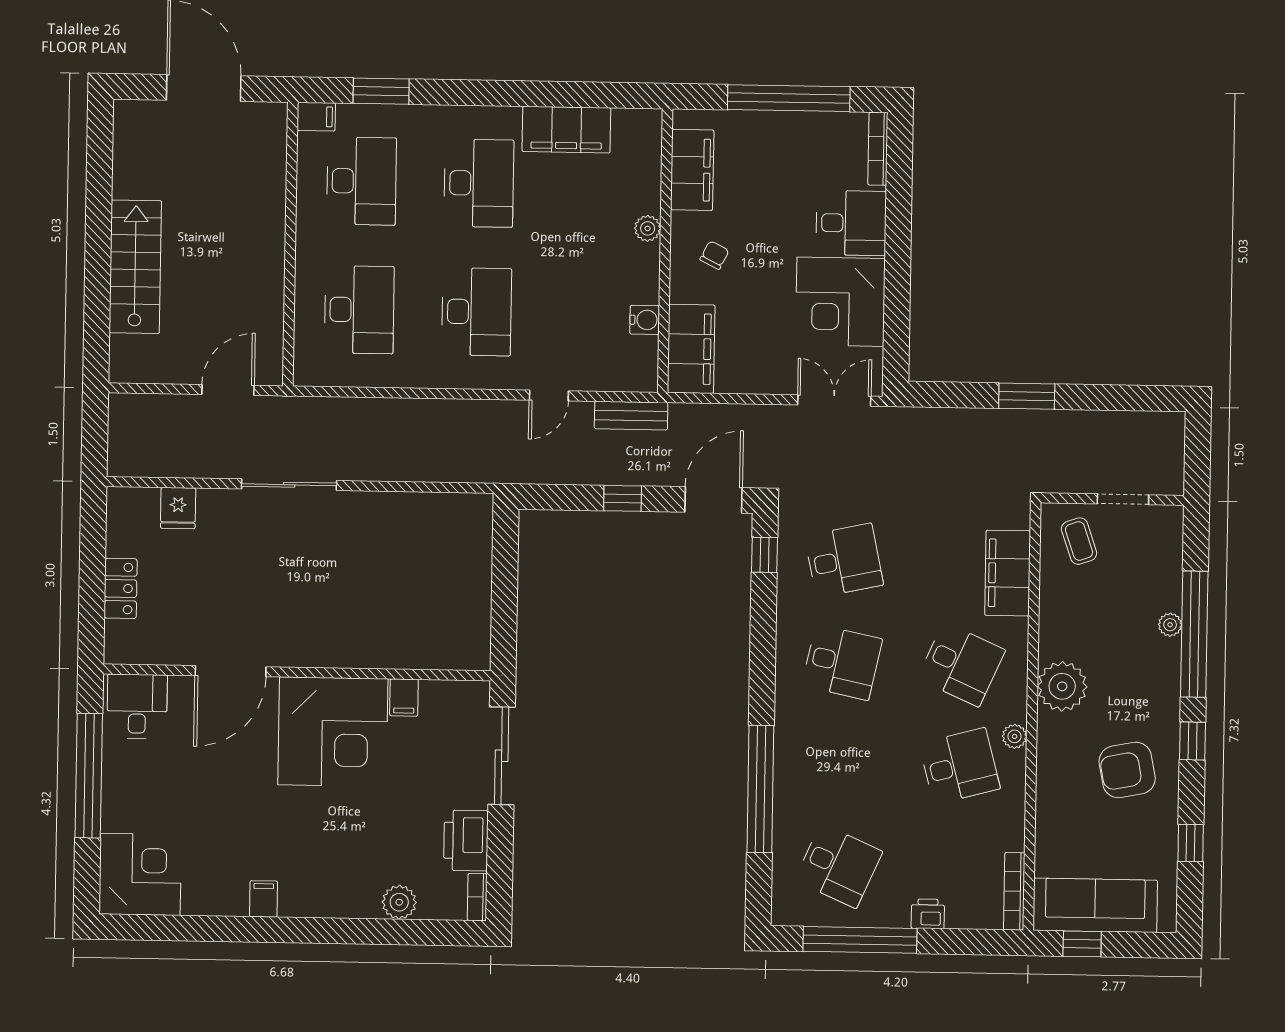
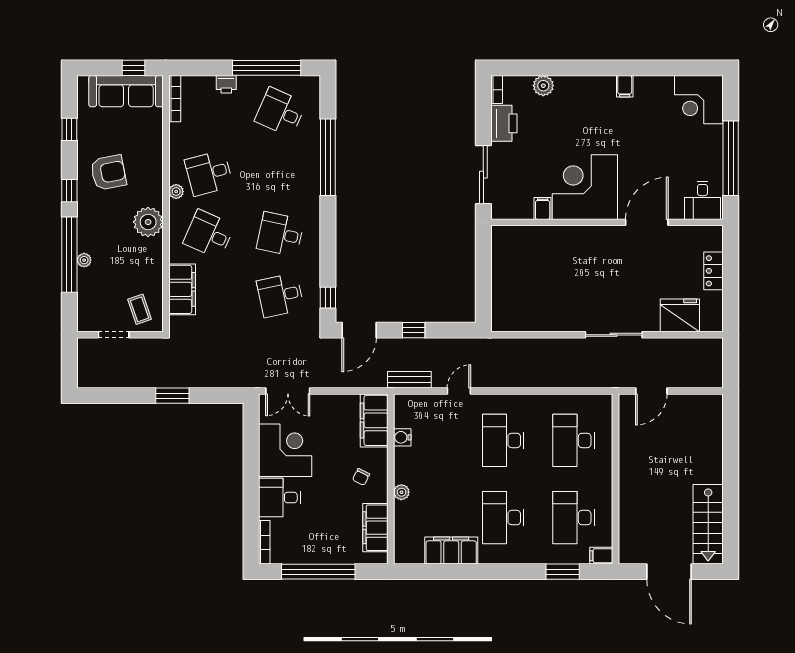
stairs: (135, 267) -> (708, 524), moved
fridge: (178, 508) -> (680, 315), width x1.88, depth x1.34

